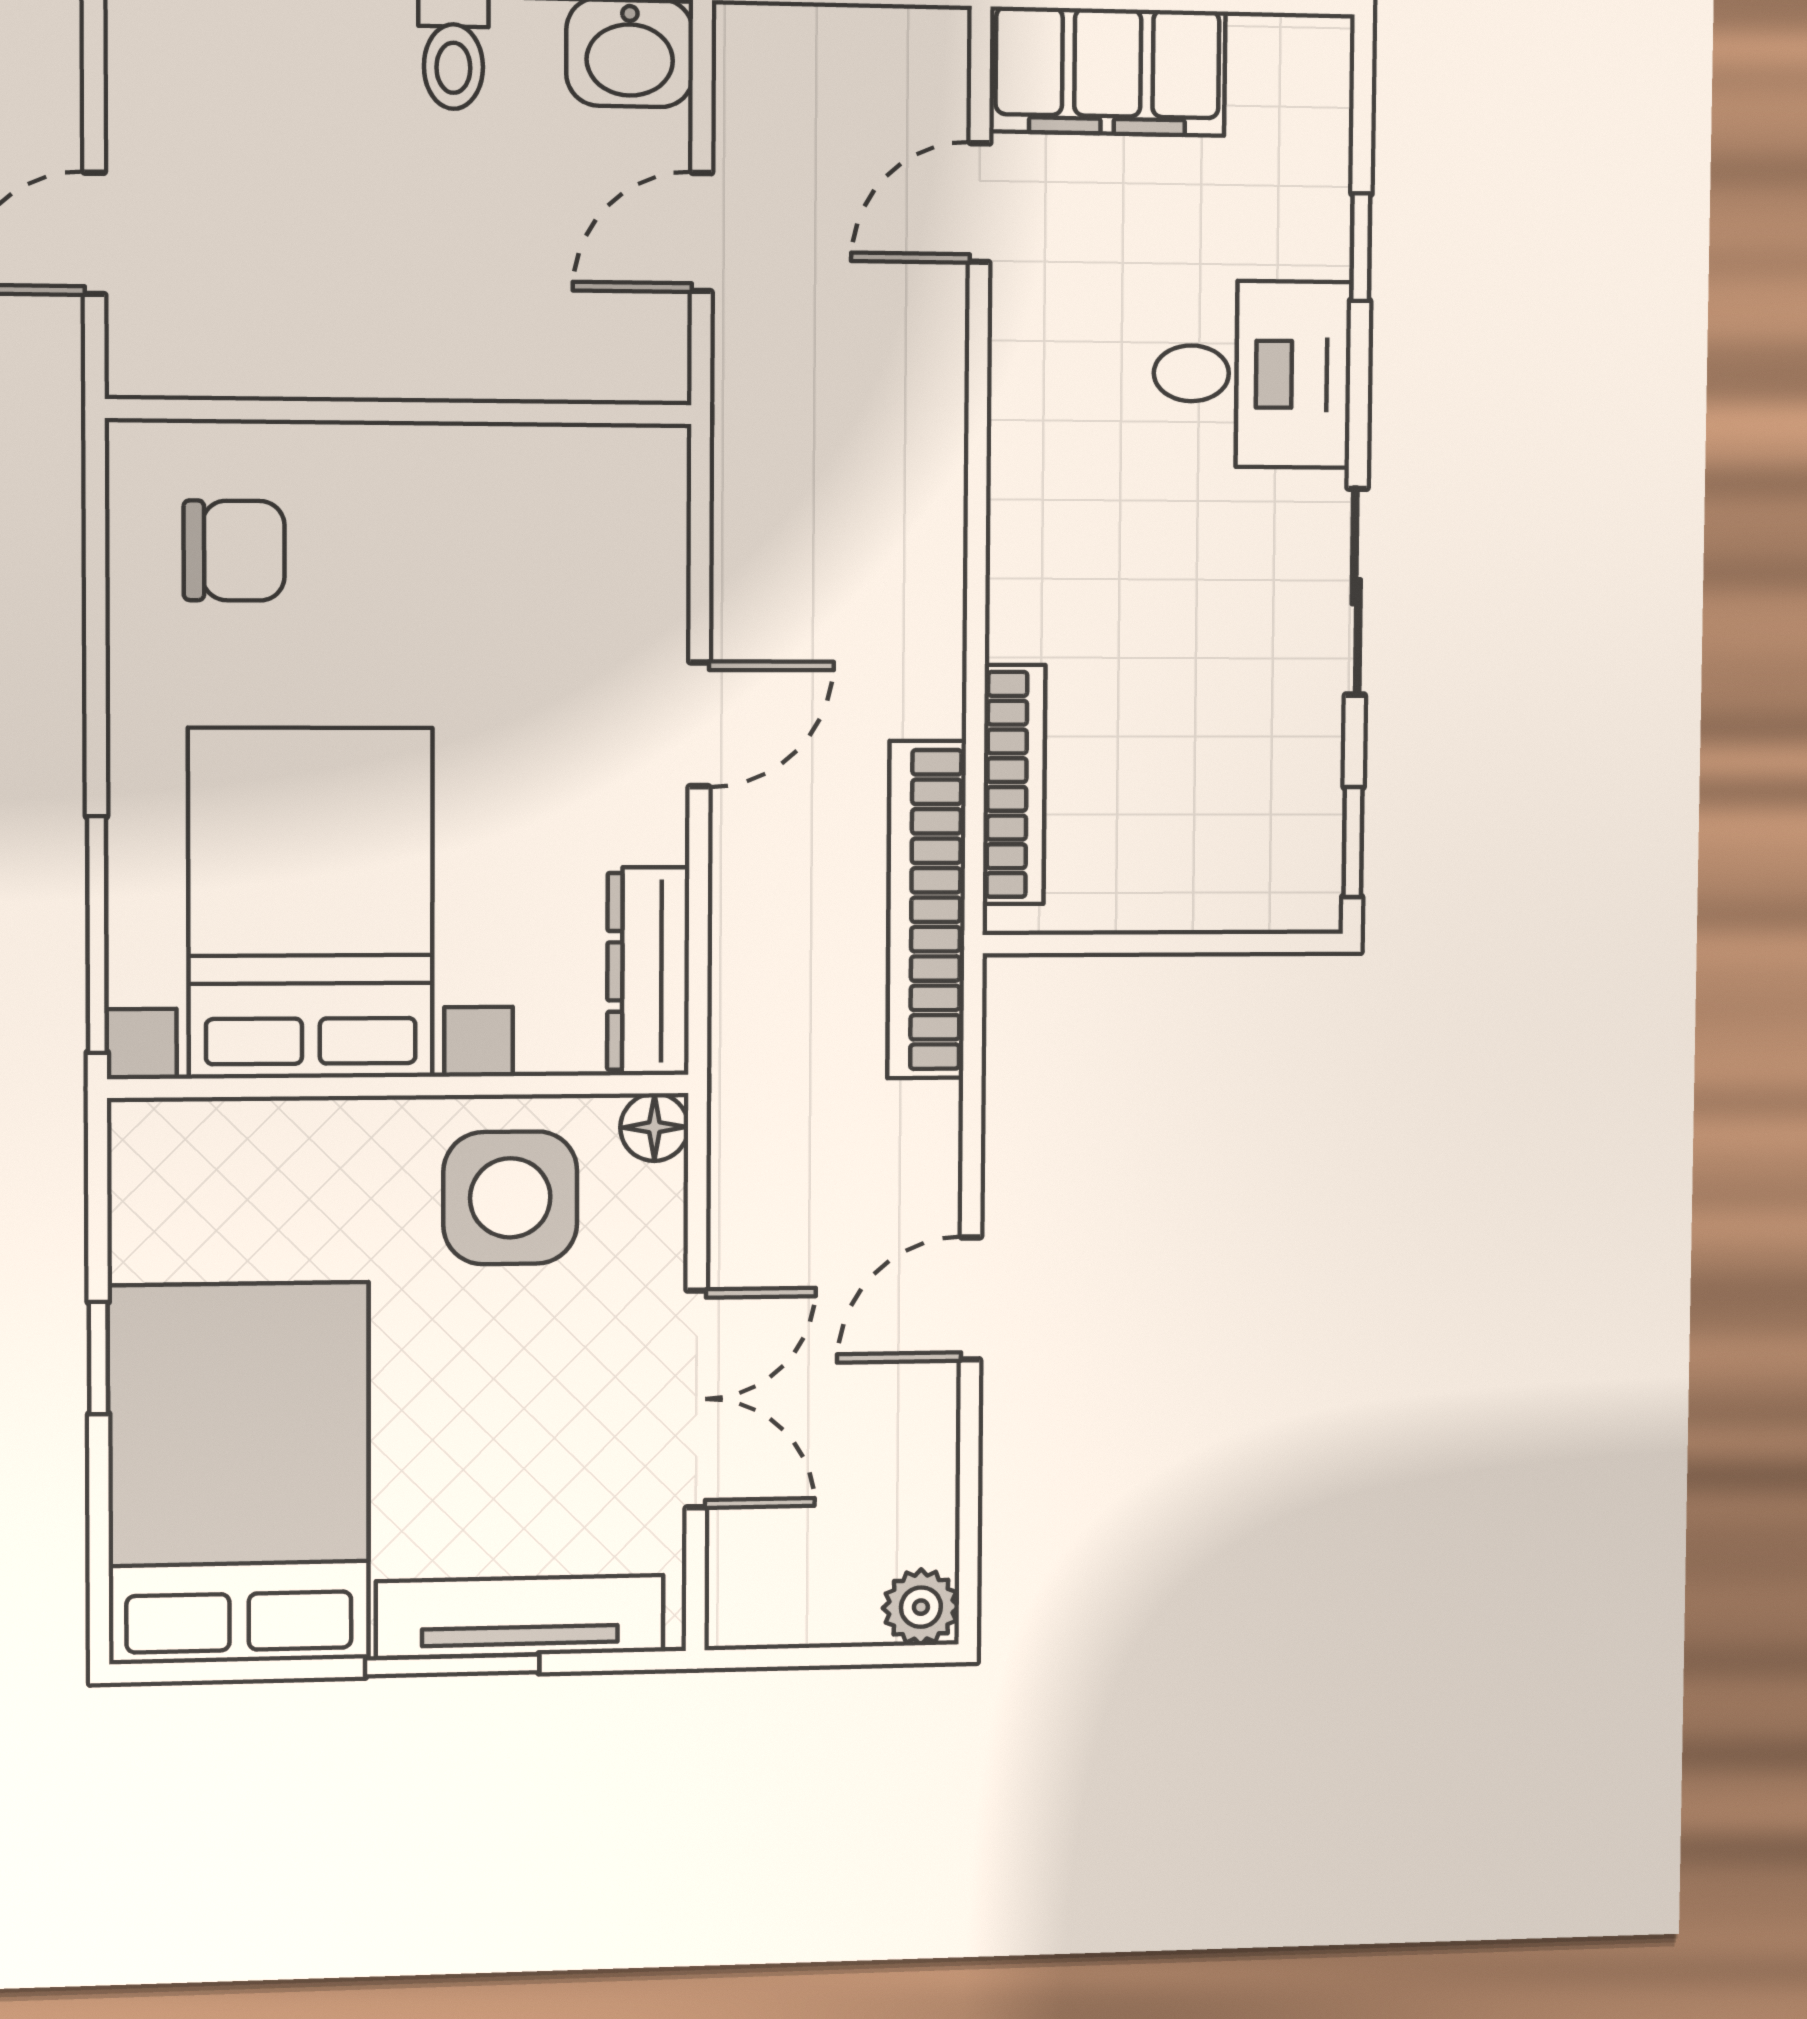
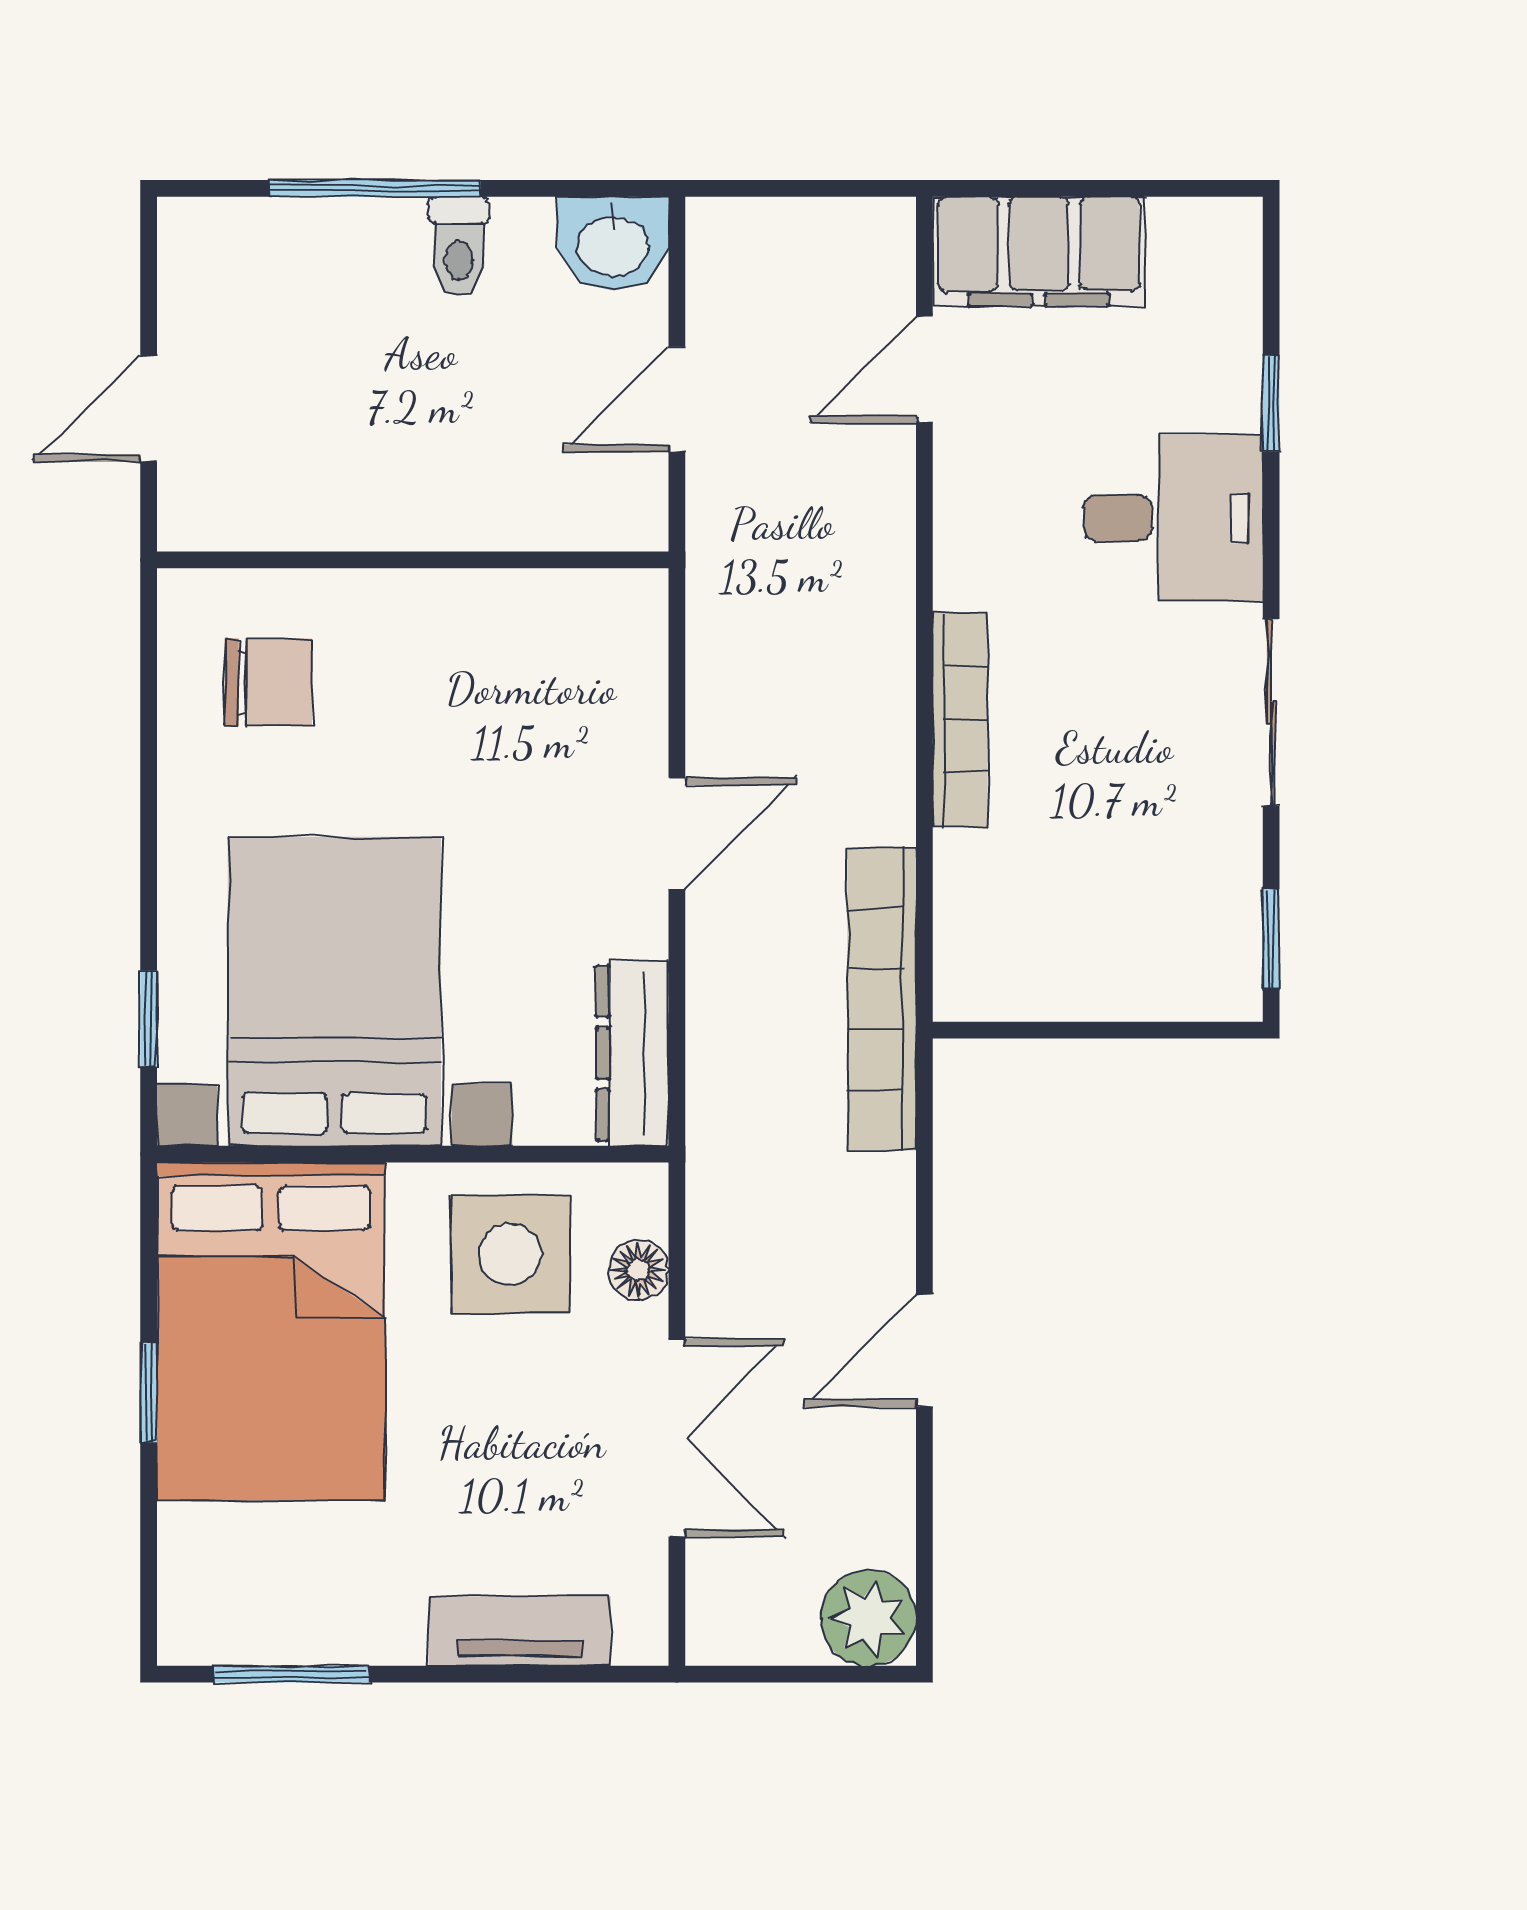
bookcase: (1014, 785) -> (960, 720), moved
window: (97, 935) -> (149, 1019), width x0.46
floor lamp: (654, 1127) -> (638, 1270), moved
bed: (239, 1473) -> (271, 1331), moved, turned 180
plant: (921, 1607) -> (868, 1618), width x1.38, depth x1.38
tv unit: (520, 1616) -> (520, 1631), width x0.71
window: (452, 1665) -> (291, 1674), moved

